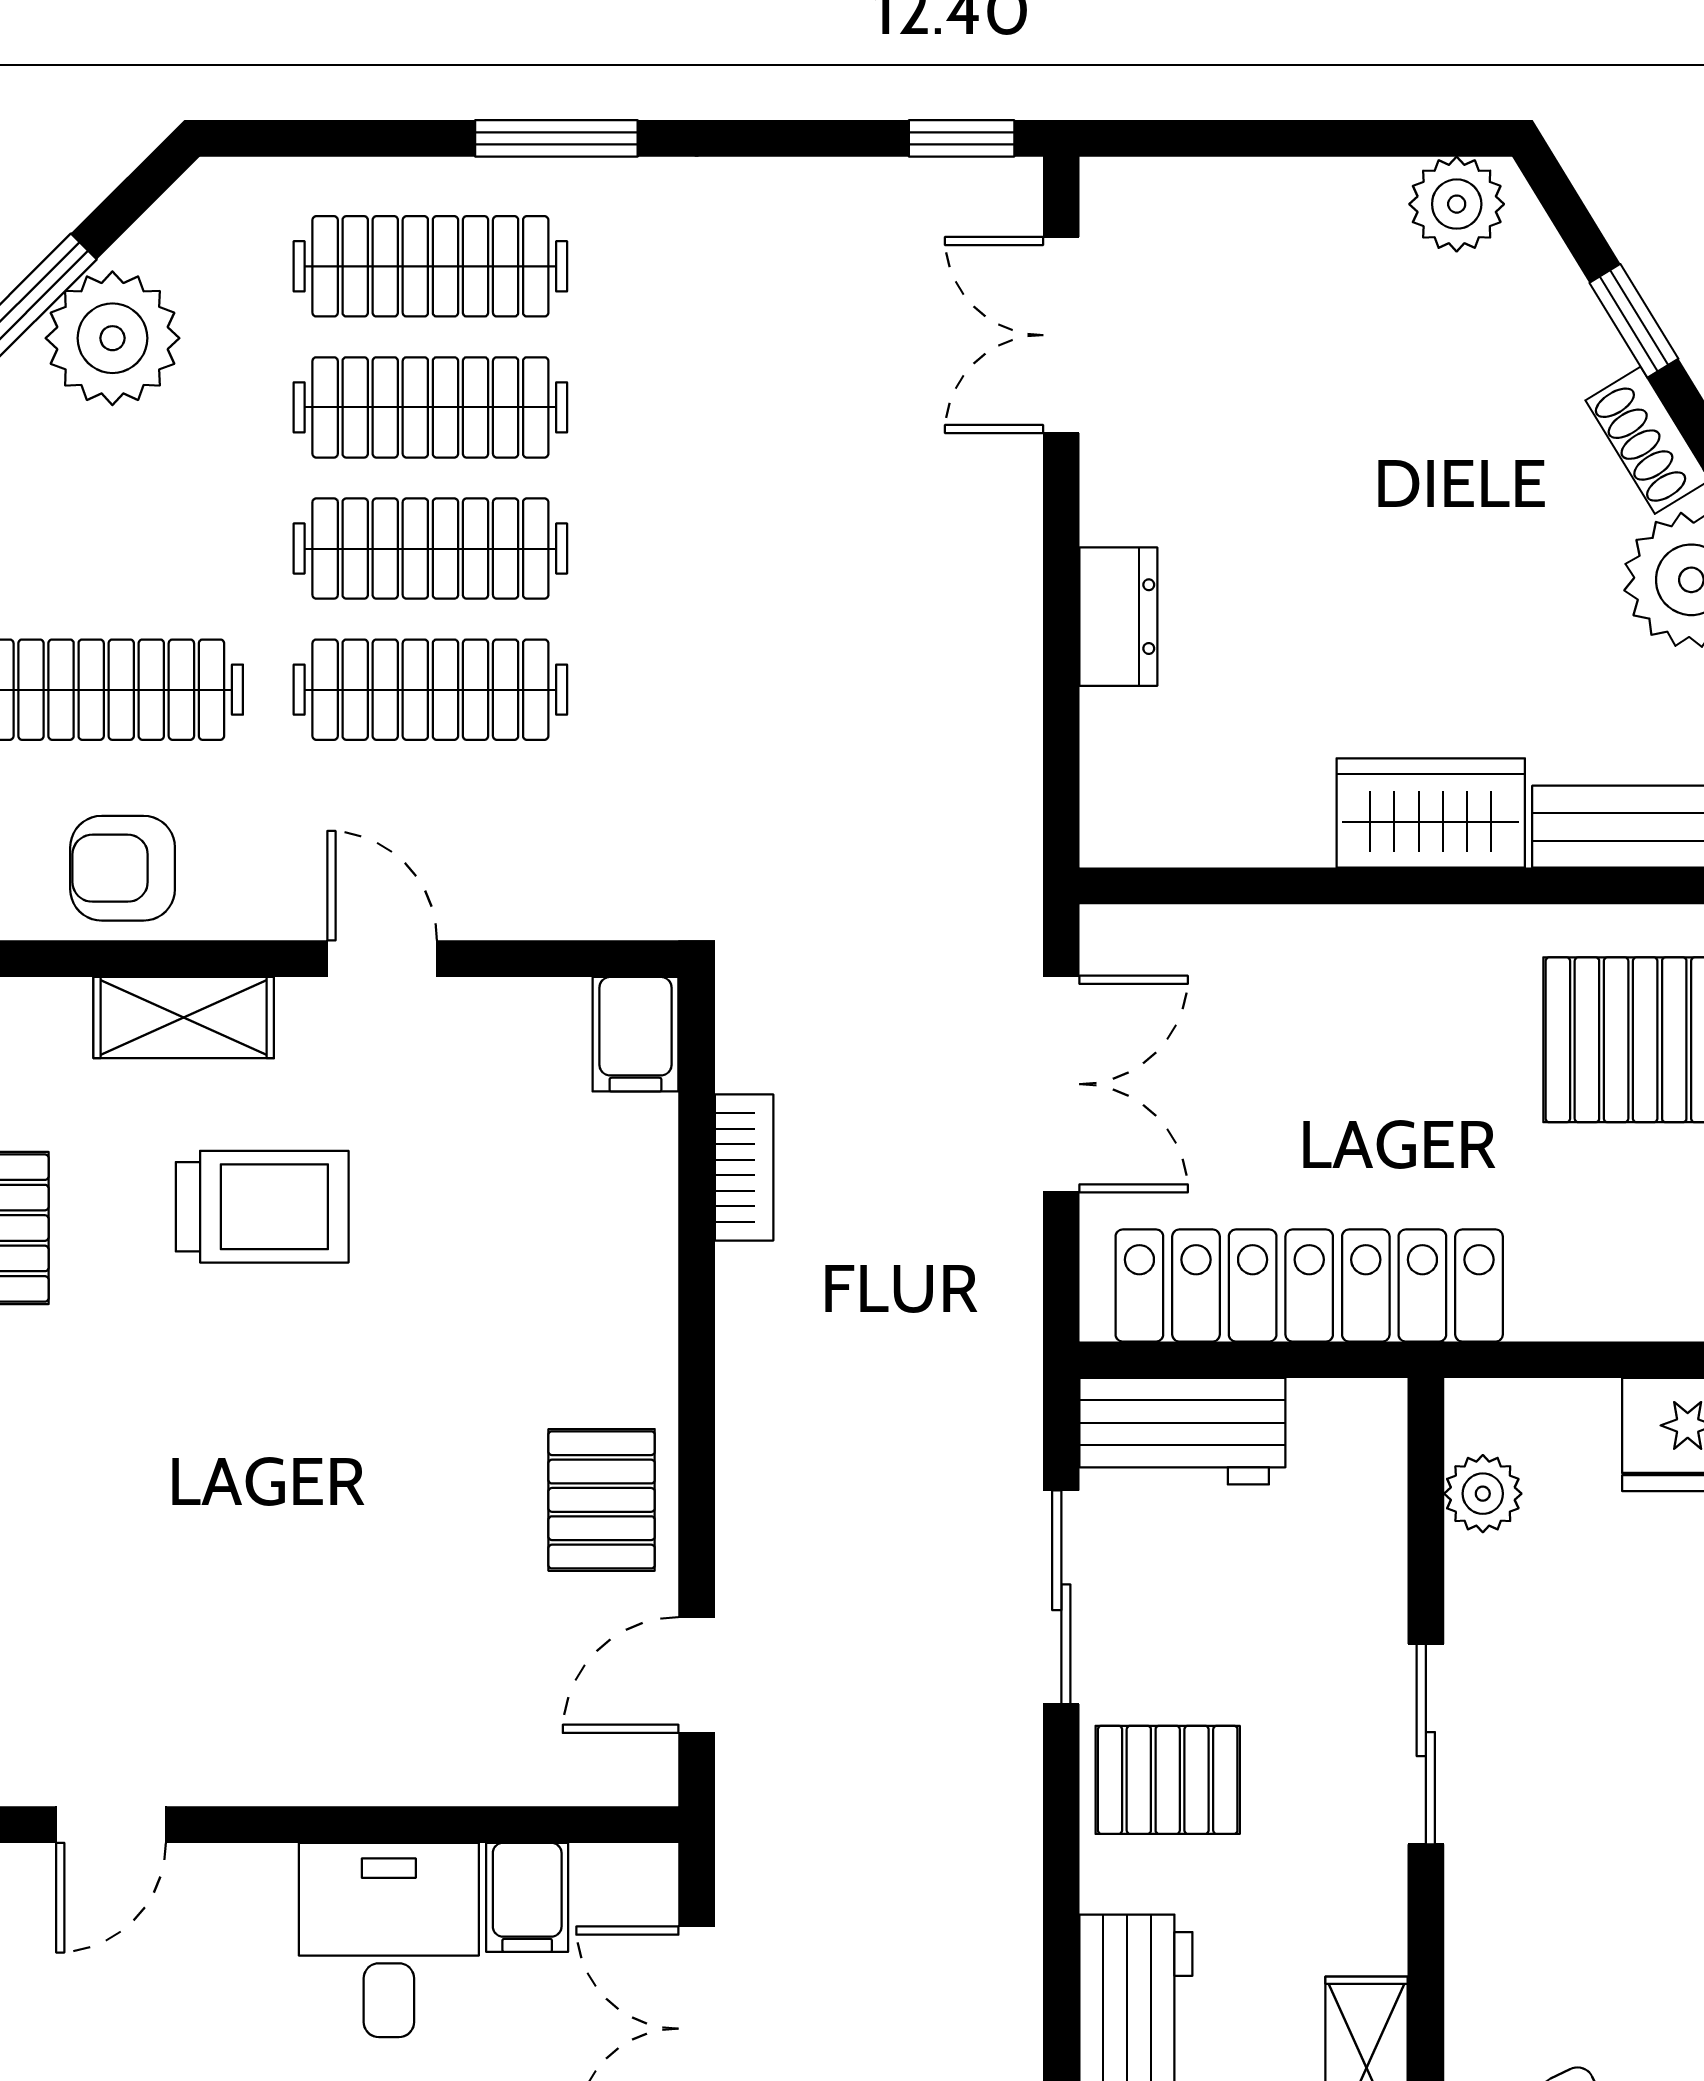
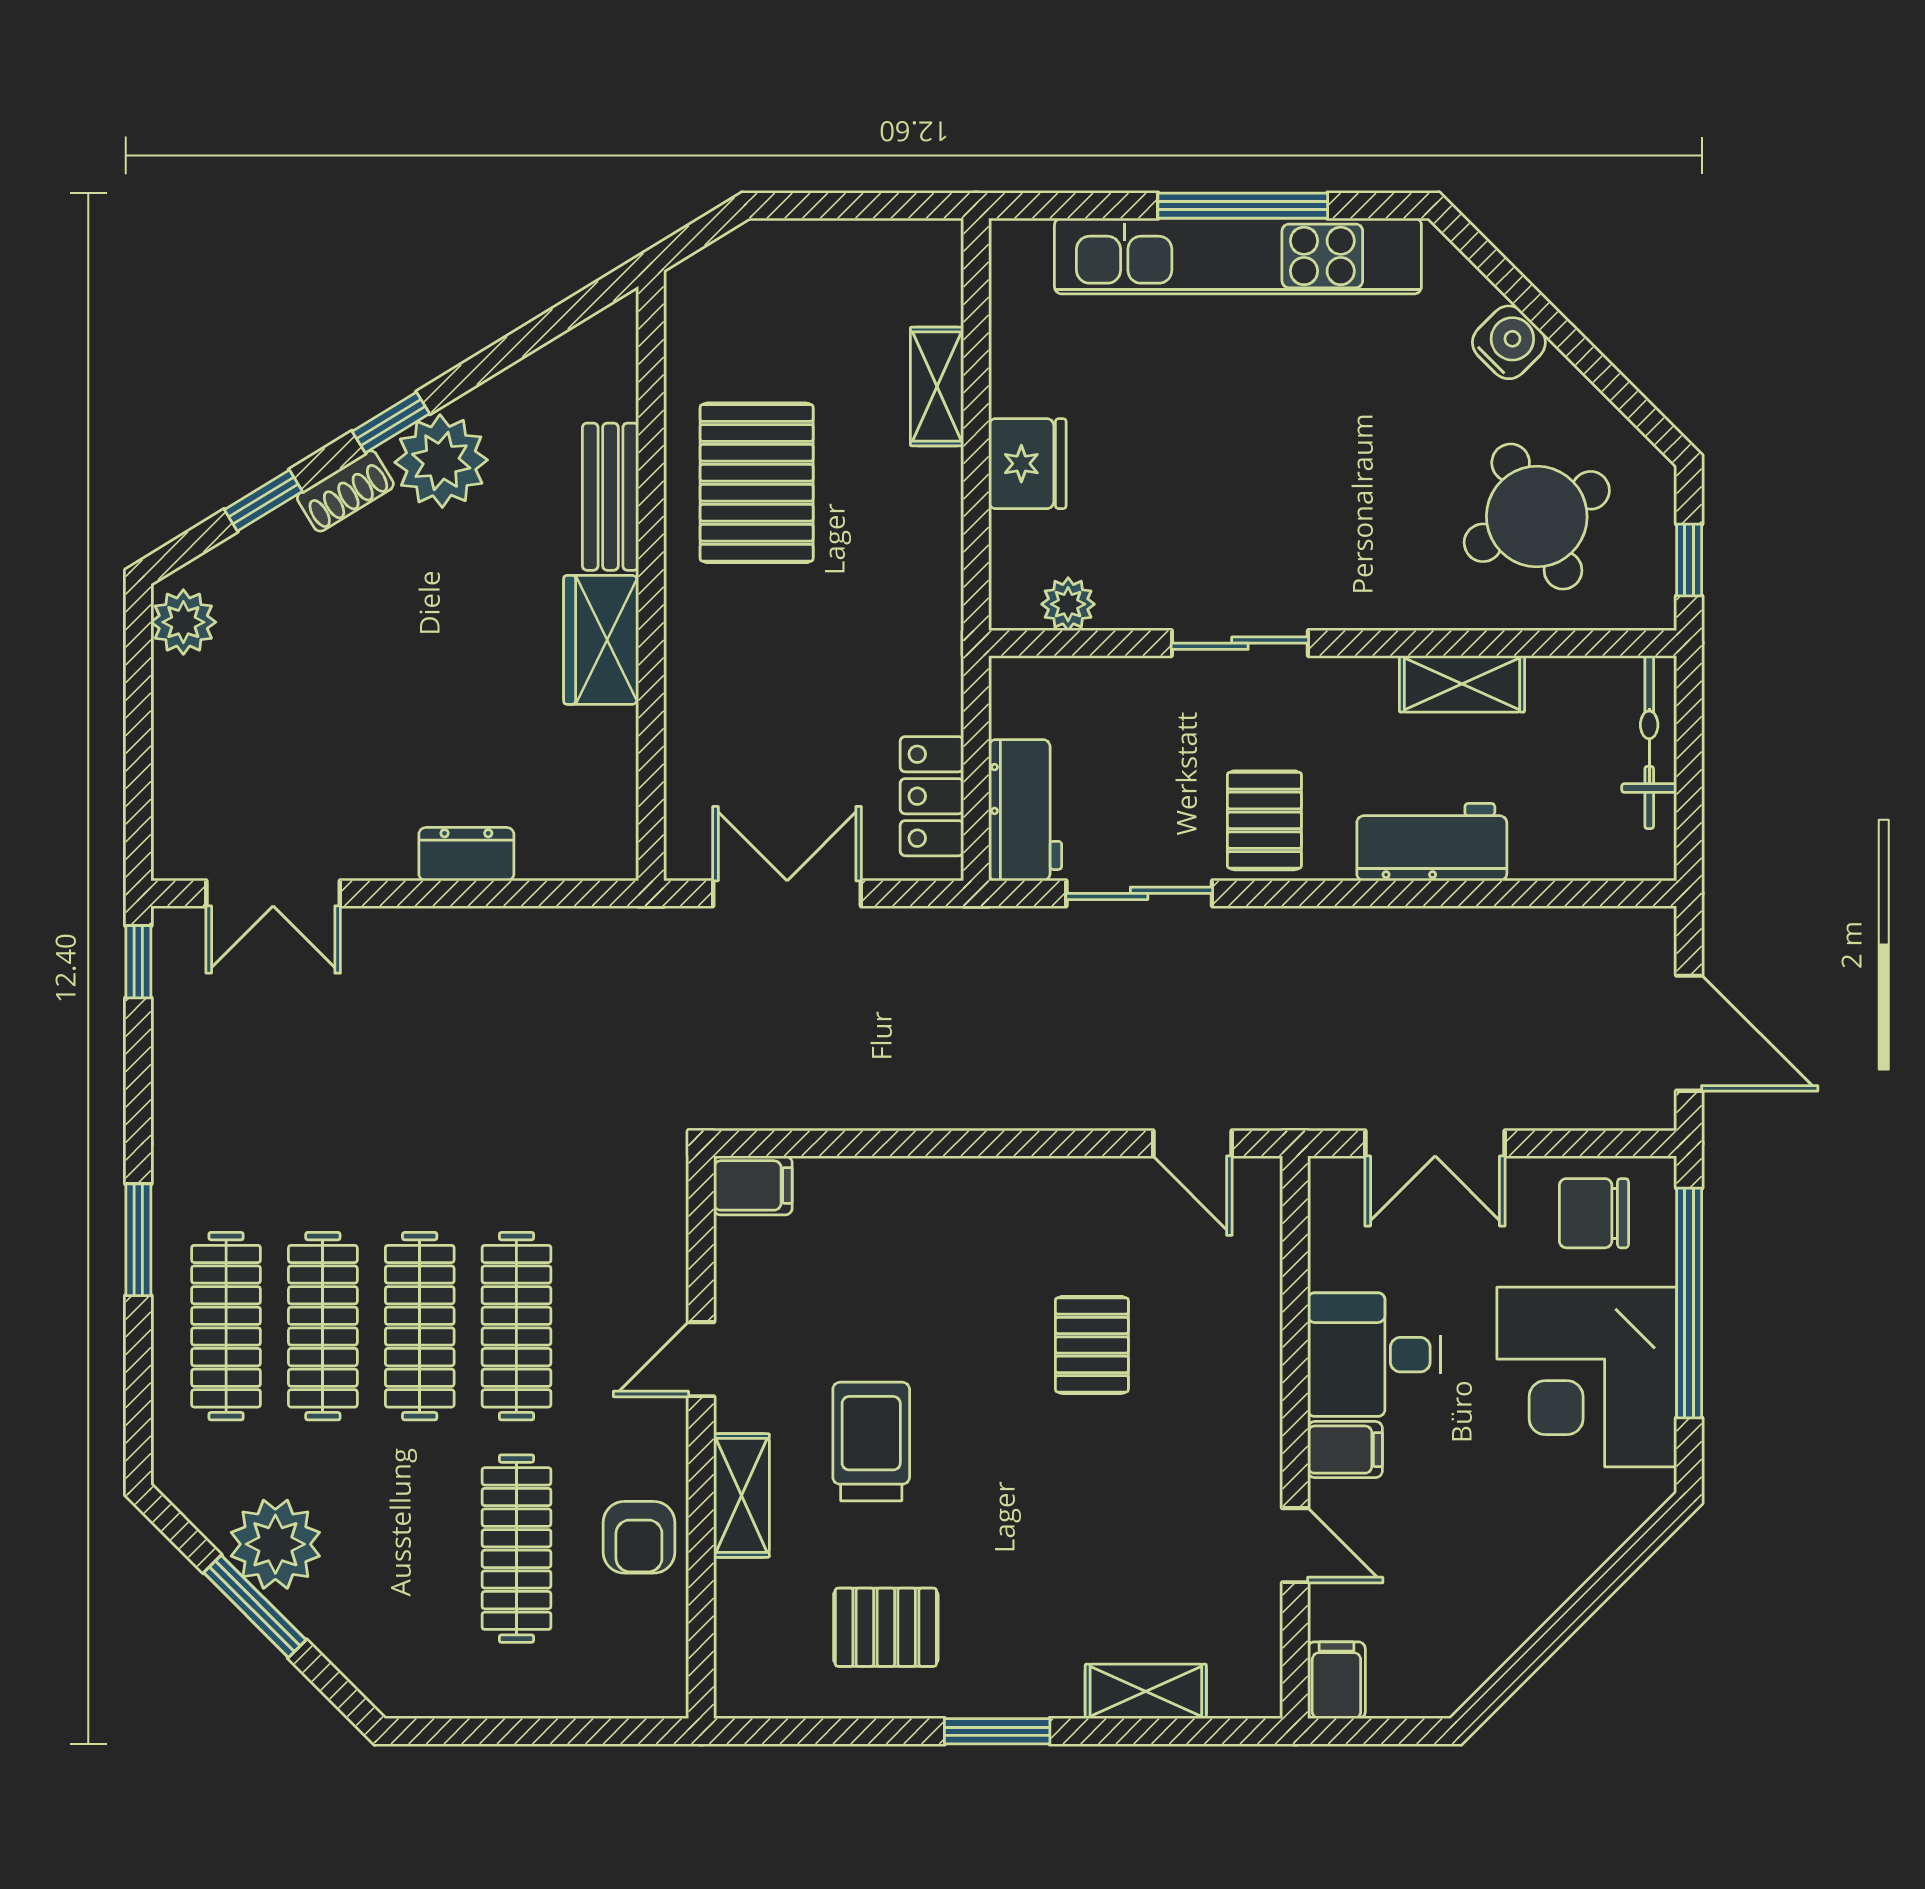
bookcase: (744, 1168) -> (844, 1111), removed
locker: (1309, 1285) -> (932, 796), width x0.46, depth x0.83
pallet: (602, 1500) -> (1092, 1345), moved, turned 90
filing cabinet: (527, 1897) -> (1345, 1450), moved

